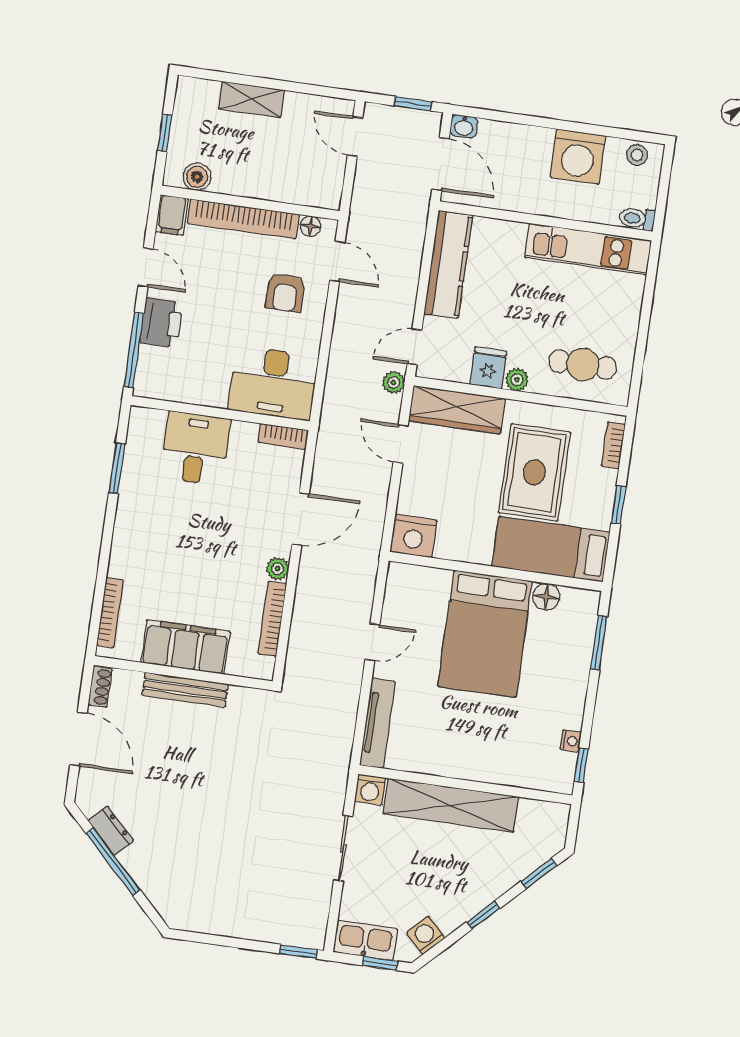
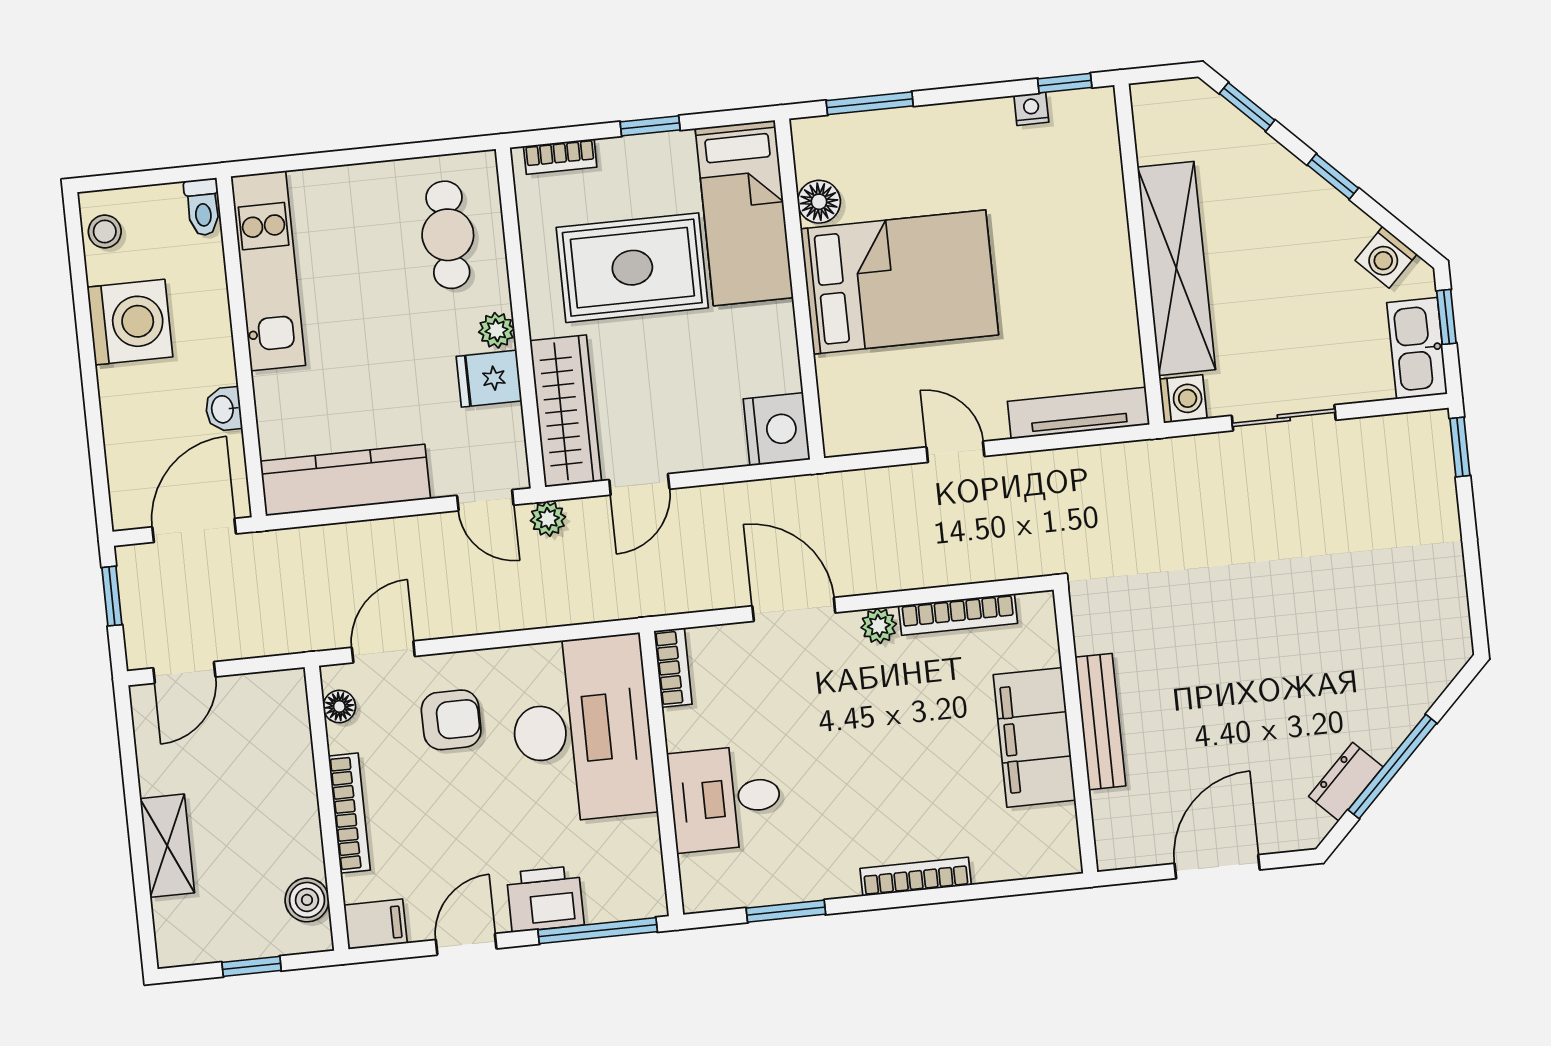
washbasin: (464, 126) -> (223, 409), moved, turned 180
bookcase: (243, 219) -> (349, 813), width x0.68, depth x0.76
desk: (273, 383) -> (582, 729), width x1.36, depth x1.30
bookcase: (110, 613) -> (916, 877), moved
shoe rack: (100, 687) -> (1128, 854), removed

